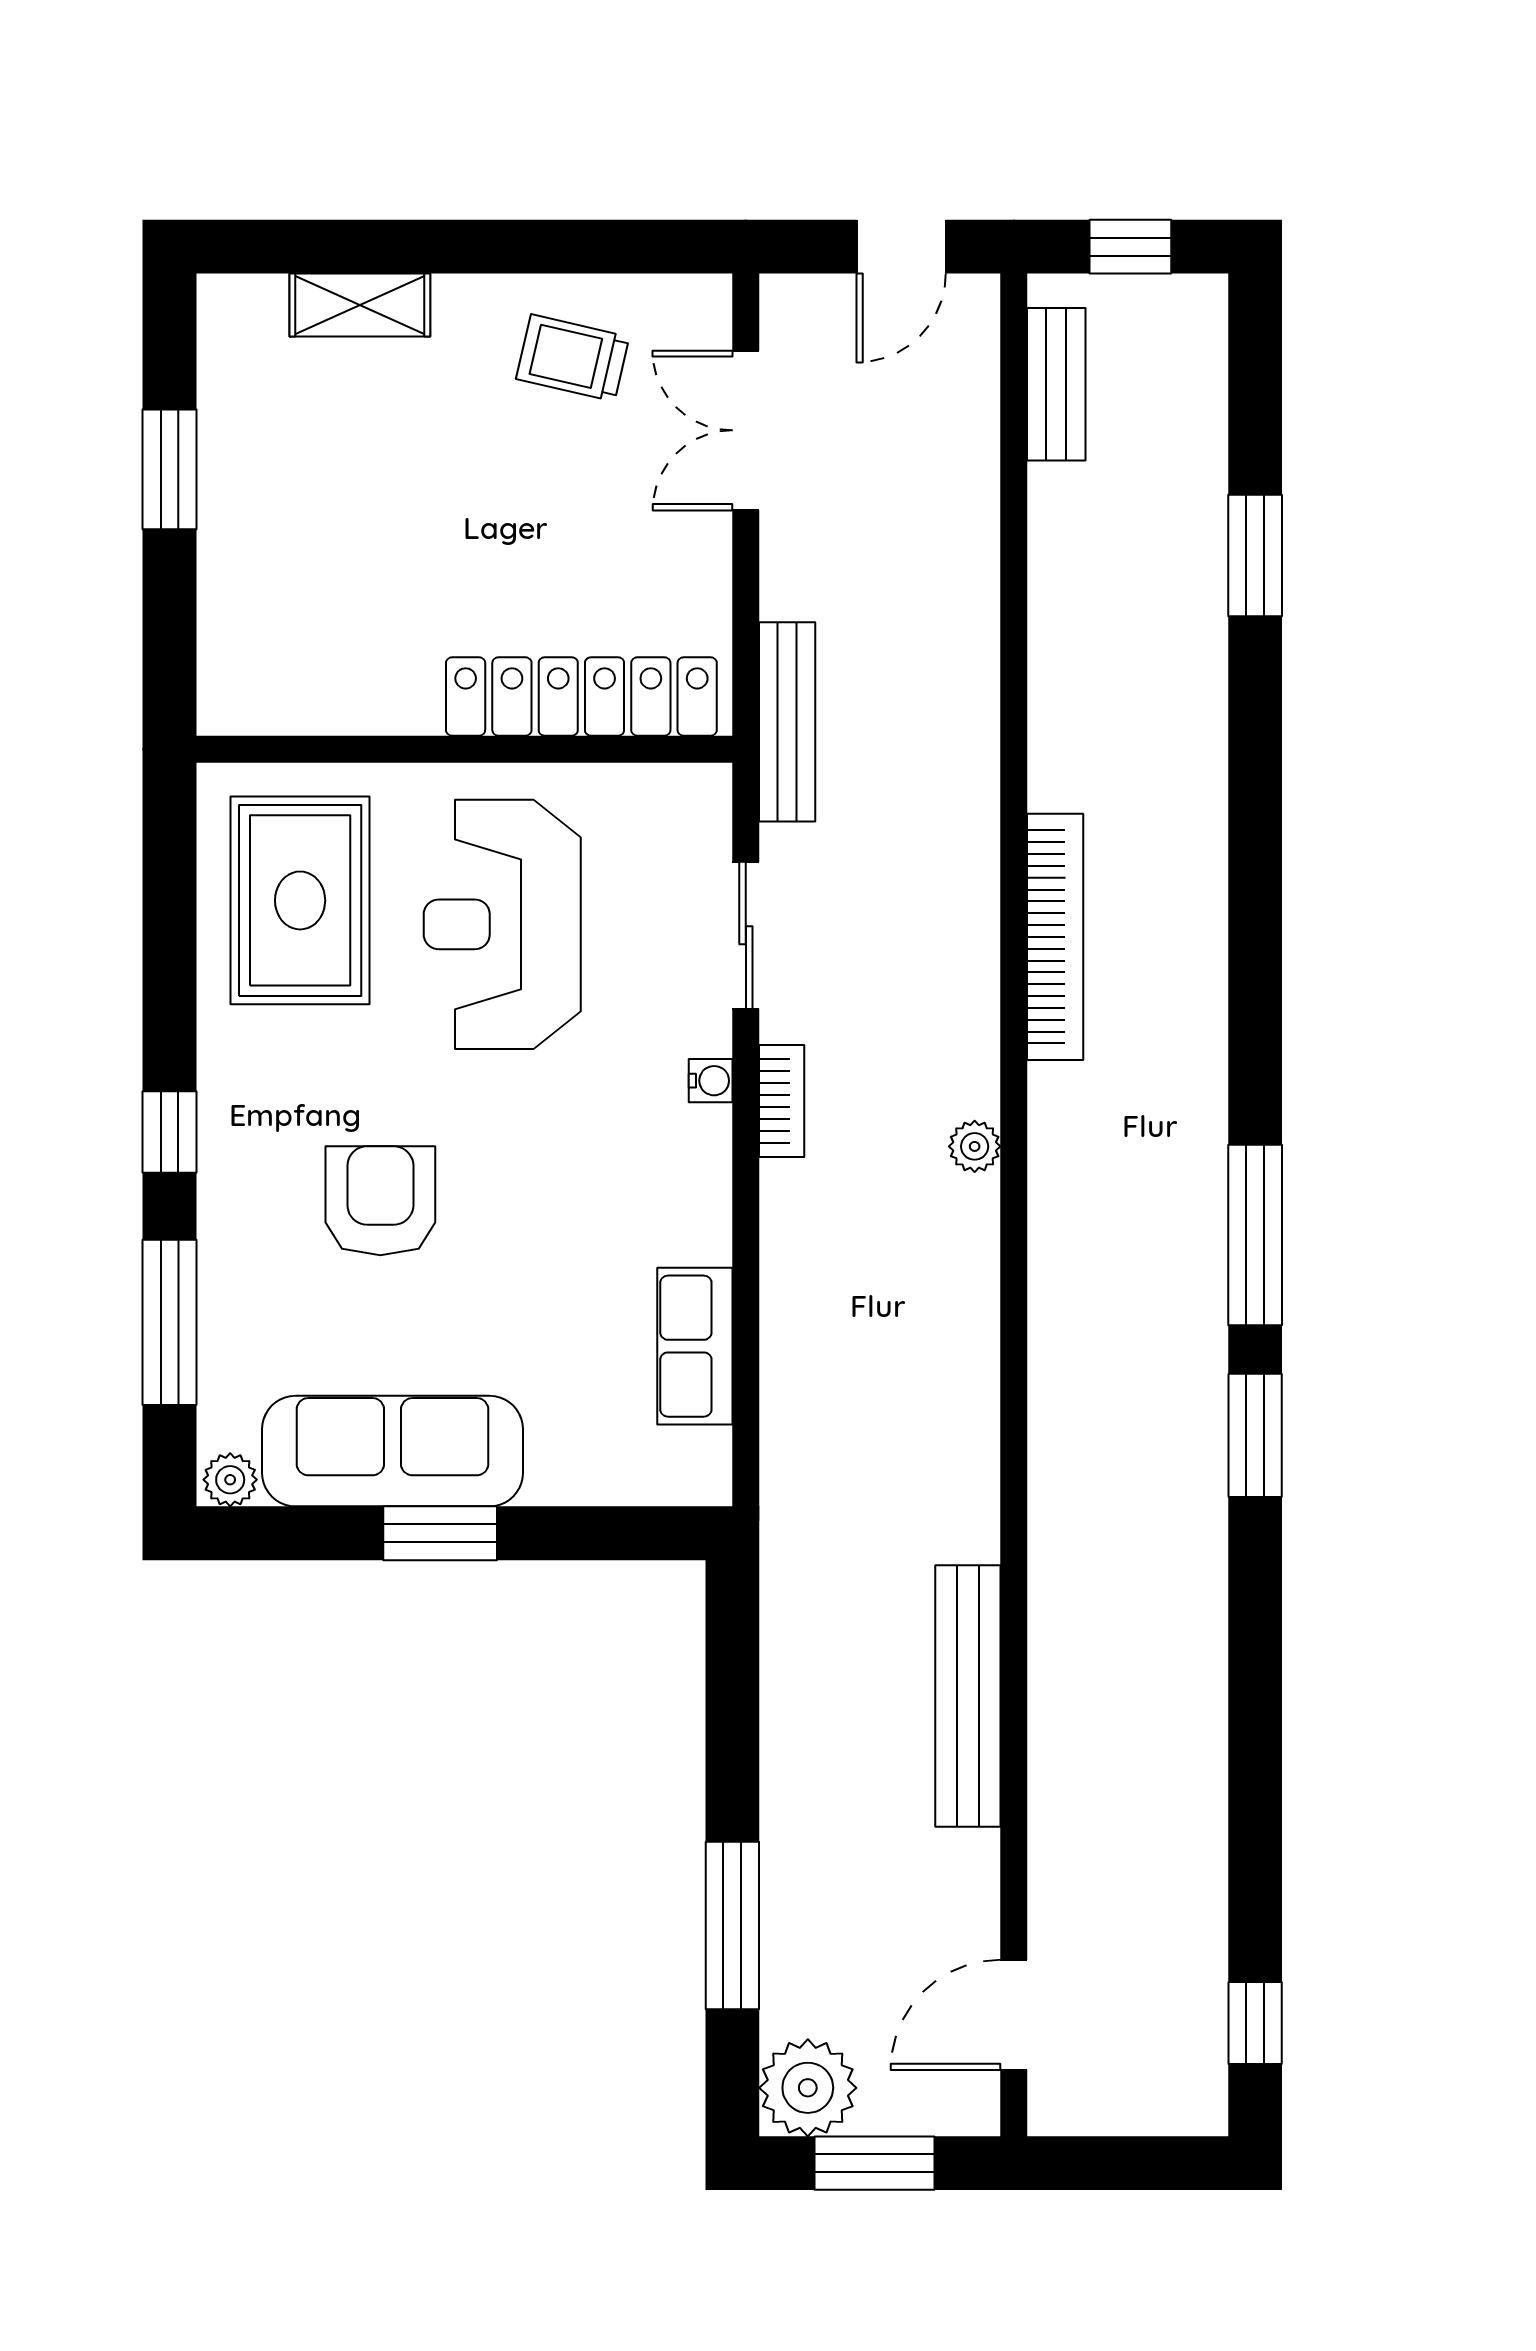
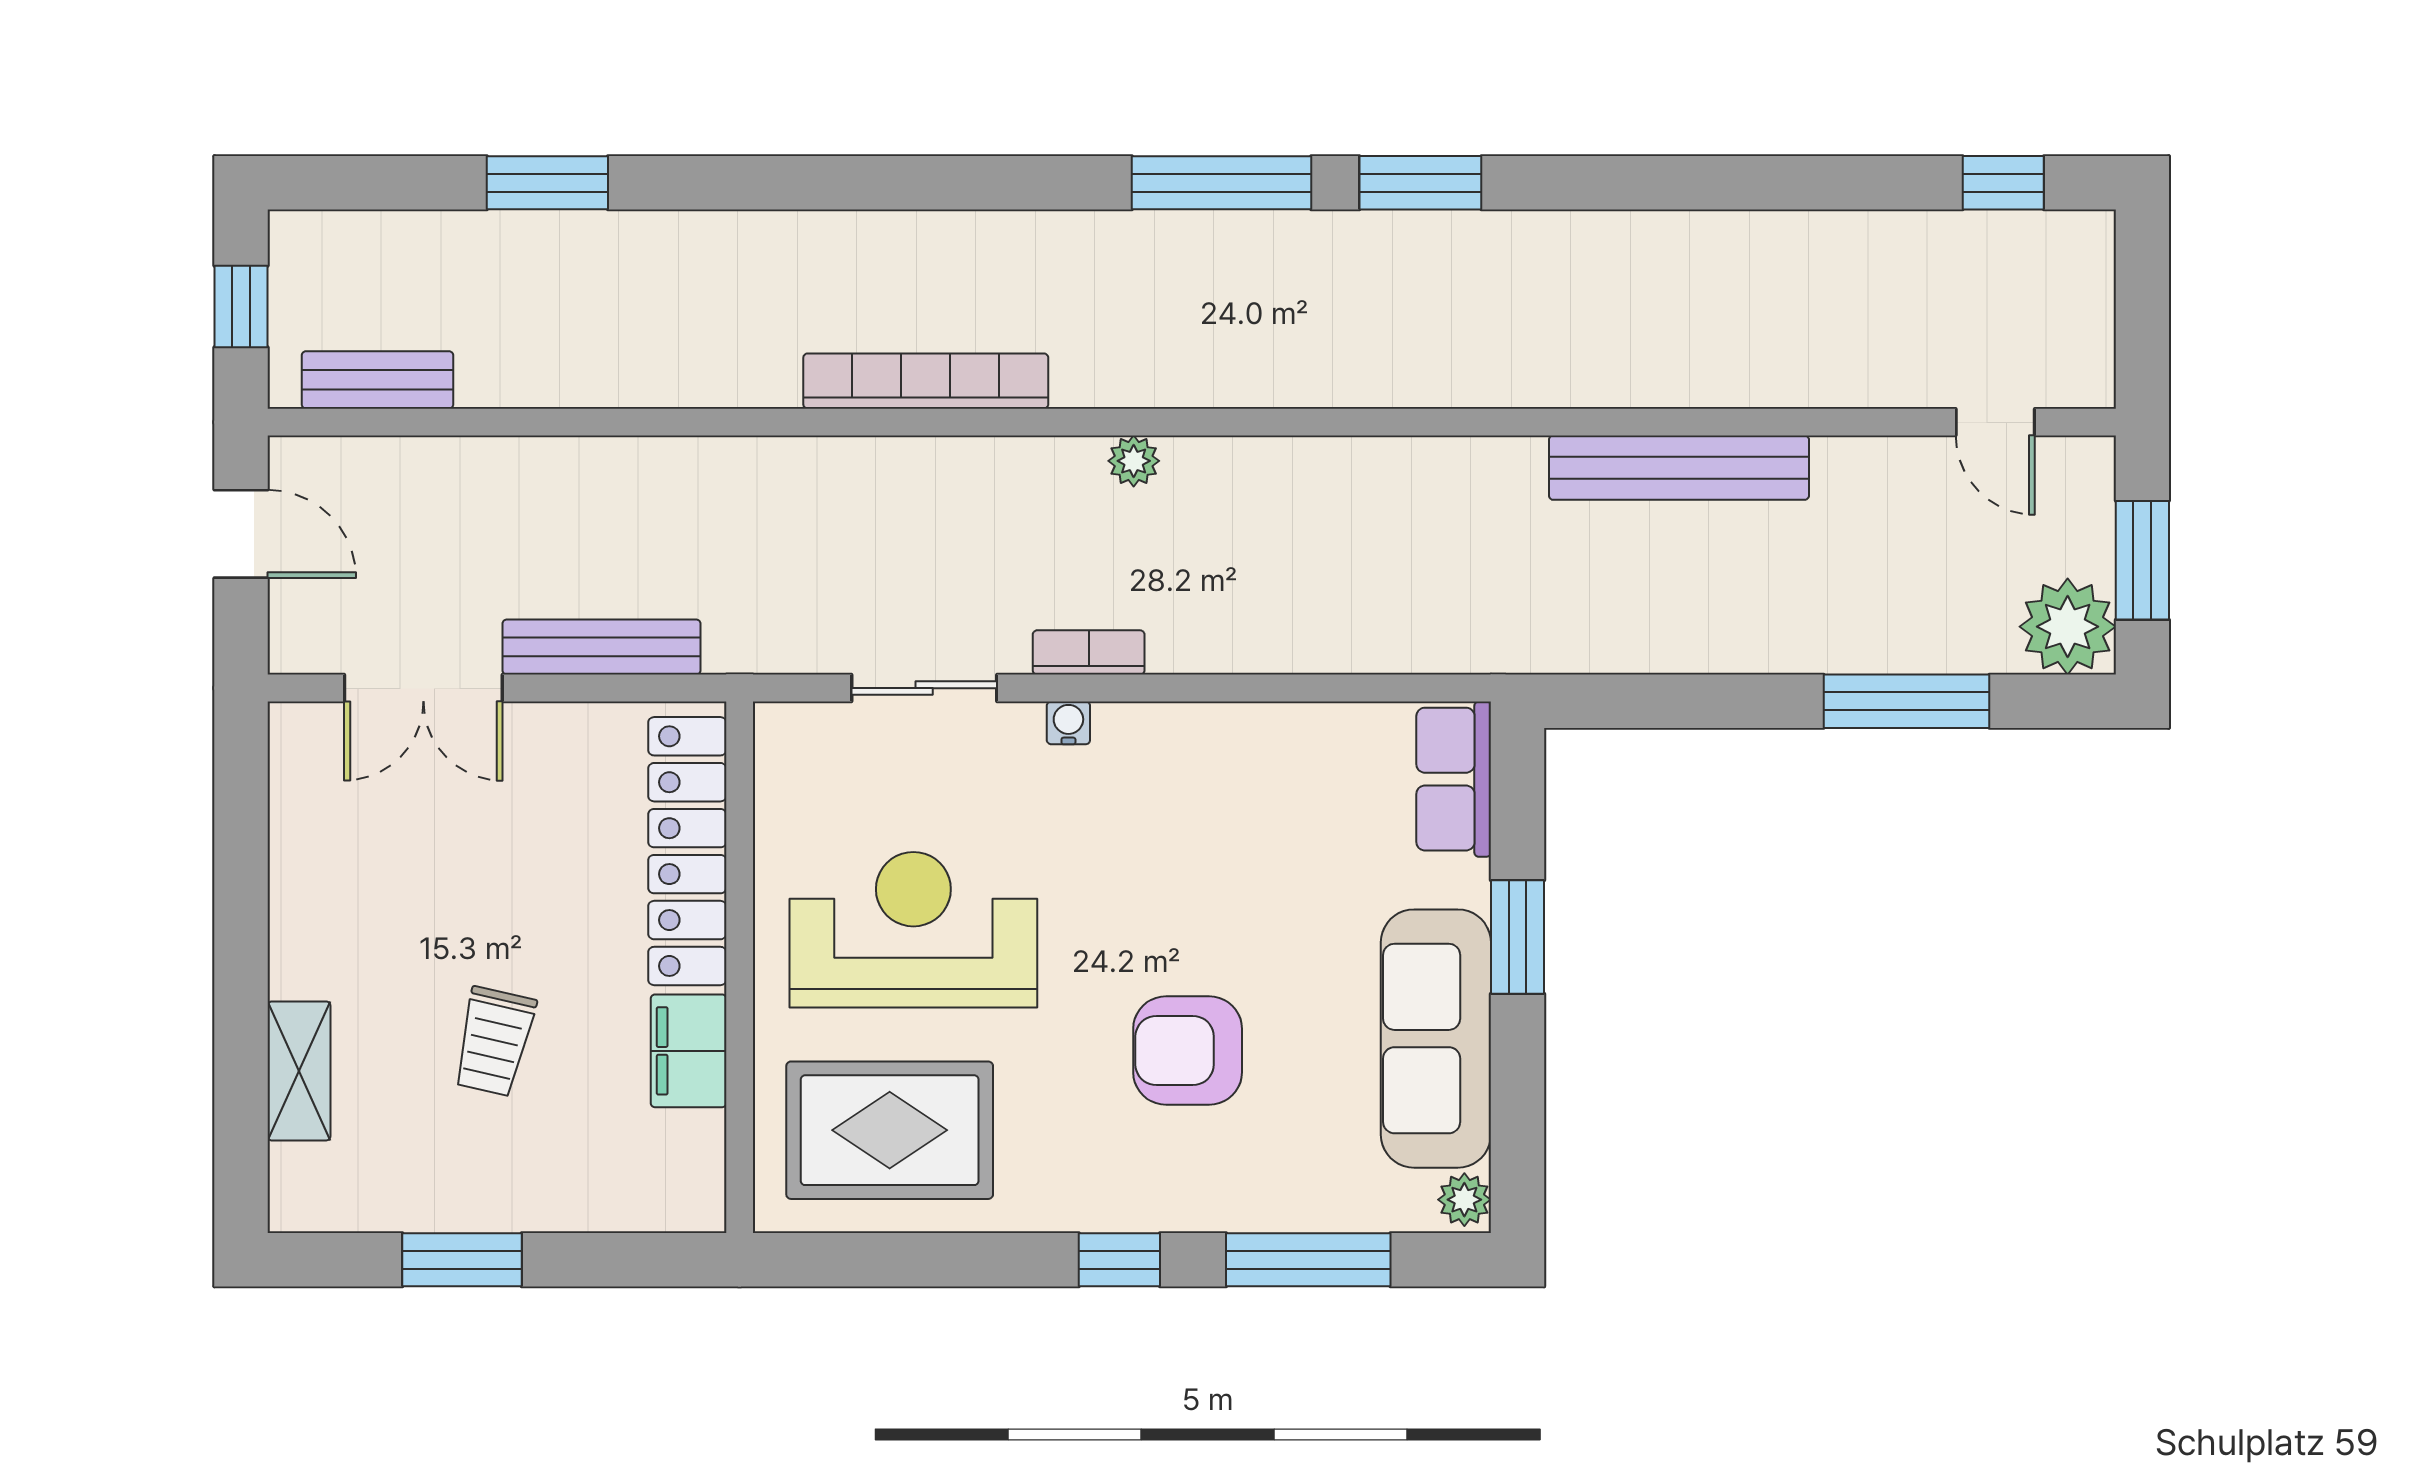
trolley: (573, 358) -> (494, 1042), moved
filing cabinet: (380, 698) -> (689, 1051), added
bench: (787, 722) -> (602, 647), moved
reception desk: (502, 924) -> (913, 930), turned 180
row of seats: (695, 1346) -> (1454, 779), moved, turned 90
window: (440, 1533) -> (1517, 937), moved
door: (1014, 2015) -> (1995, 422), width x0.73

